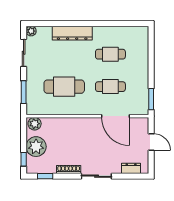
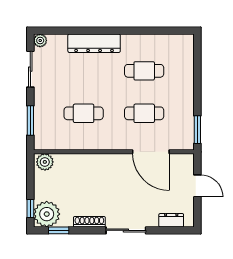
cafe table: (64, 87) -> (84, 113), width x0.73, depth x0.74
plant: (36, 147) -> (47, 214), moved

